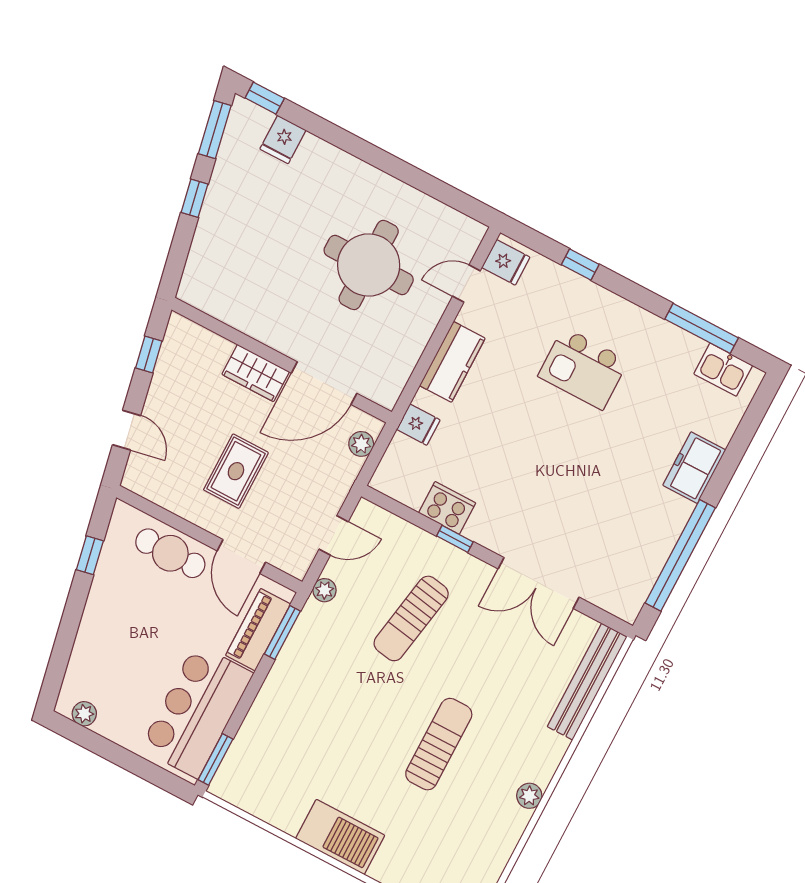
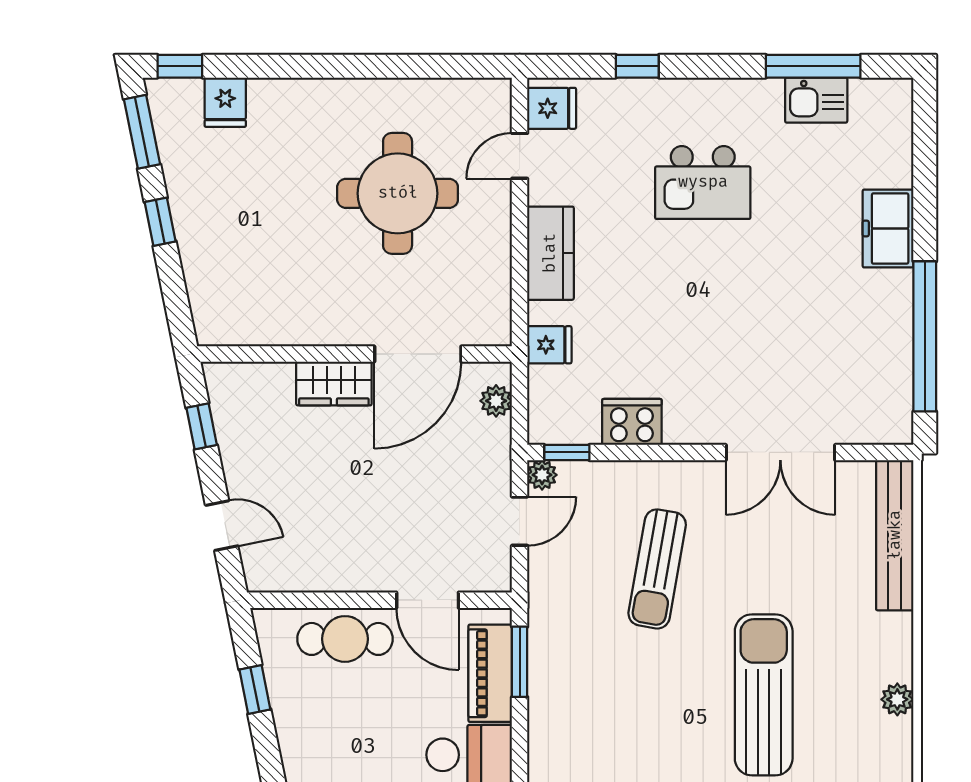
kitchen sink: (723, 370) -> (816, 100), moved
rug: (236, 471) -> (370, 507), removed
window: (455, 539) -> (567, 452), moved
plant: (325, 590) -> (542, 475), moved
sun lounger: (439, 744) -> (764, 695), width x1.36, depth x1.34

